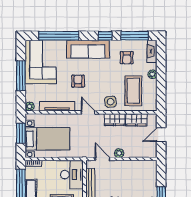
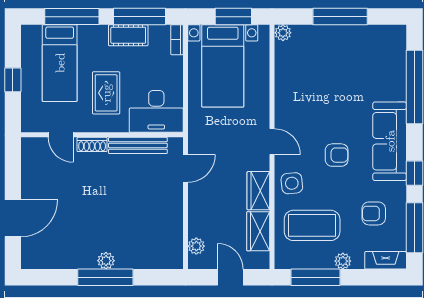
corner sofa: (41, 62) -> (366, 53), removed
armchair: (78, 81) -> (337, 155), moved
window: (161, 89) -> (315, 277), added
tv unit: (57, 106) -> (283, 84), removed
door: (88, 112) -> (272, 142), hinge flipped
plant: (119, 153) -> (196, 246), moved

